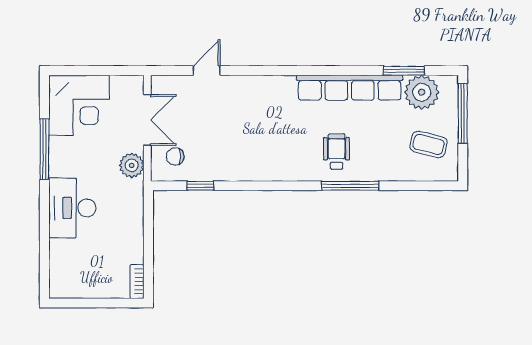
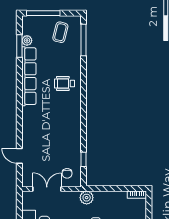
plant: (422, 92) -> (27, 40), width x0.53, depth x0.53
plant: (132, 165) -> (87, 198), moved
window: (350, 186) -> (83, 40), moved

